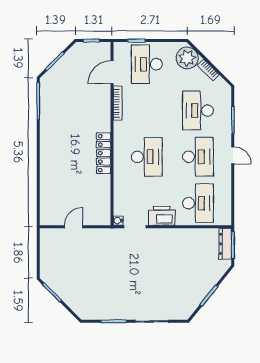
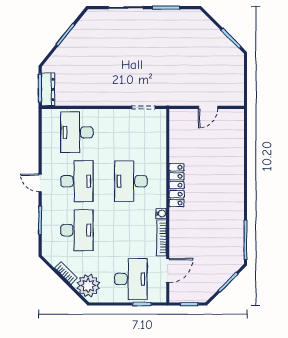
desk: (198, 157) -> (77, 181), turned 180
printer: (162, 216) -> (115, 119), removed
water cooler: (118, 221) -> (161, 214), moved

